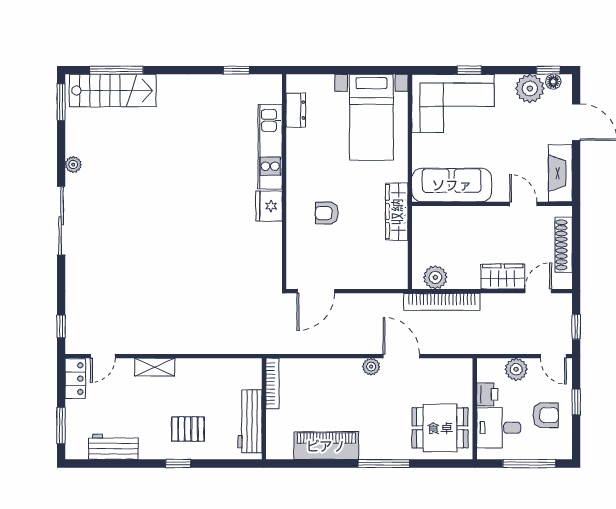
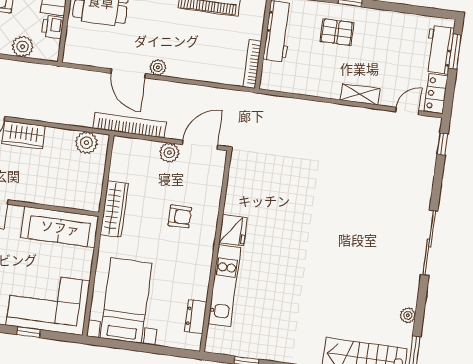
plant: (73, 165) -> (408, 315), moved
plant: (347, 279) -> (169, 153), added
bookcase: (442, 302) -> (130, 125), moved
workbench: (113, 447) -> (439, 50), moved, turned 90

